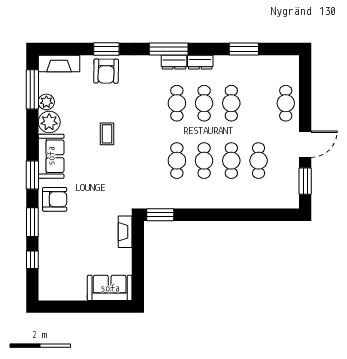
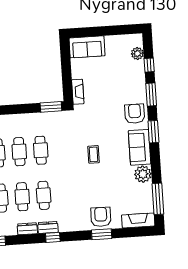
window: (169, 49) -> (53, 237), width x0.46
plant: (46, 102) -> (137, 54), moved
coffee table: (107, 134) -> (94, 154), moved
armchair: (55, 199) -> (135, 114), turned 90

